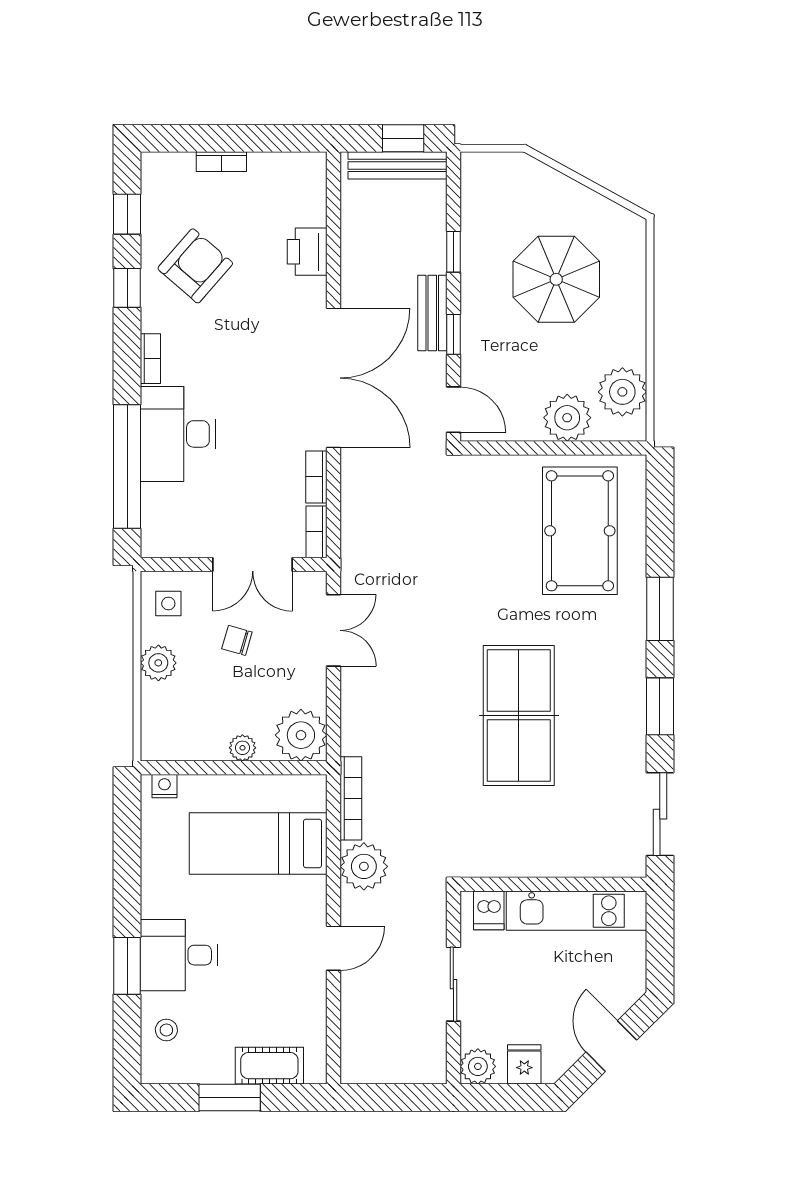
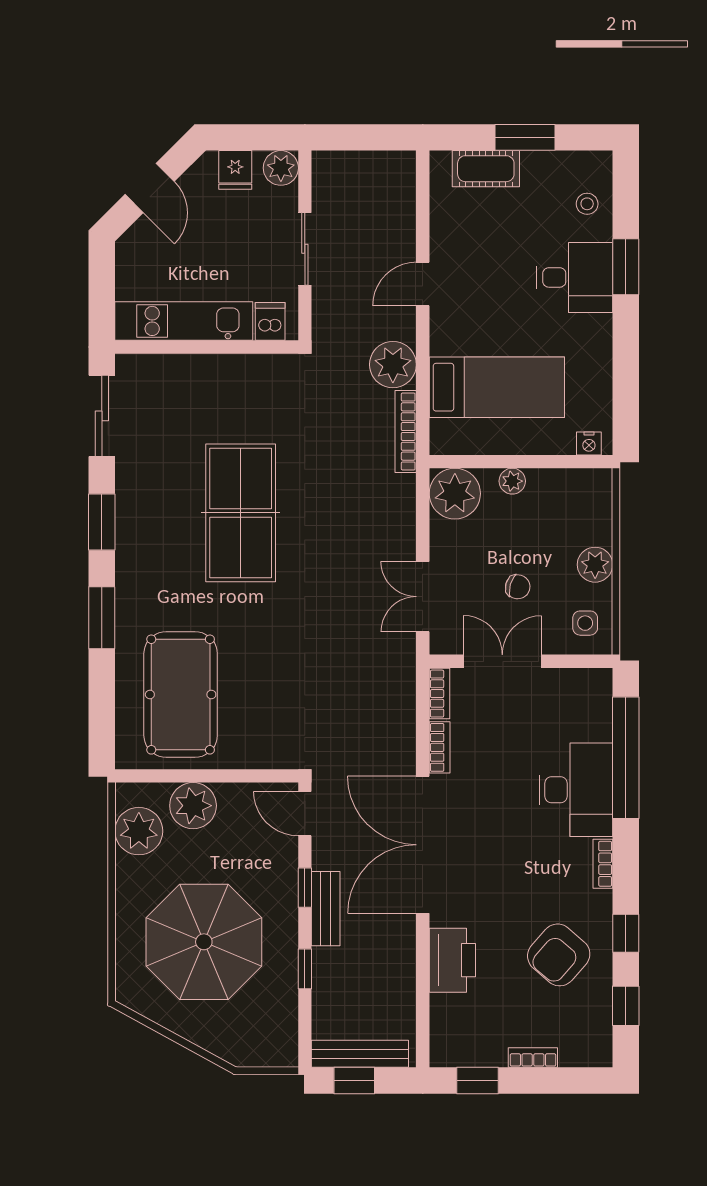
window: (278, 138) -> (477, 1080), added
printer: (307, 252) -> (452, 960), width x1.37, depth x1.19
parasol: (556, 279) -> (204, 942), width x1.36, depth x1.36

